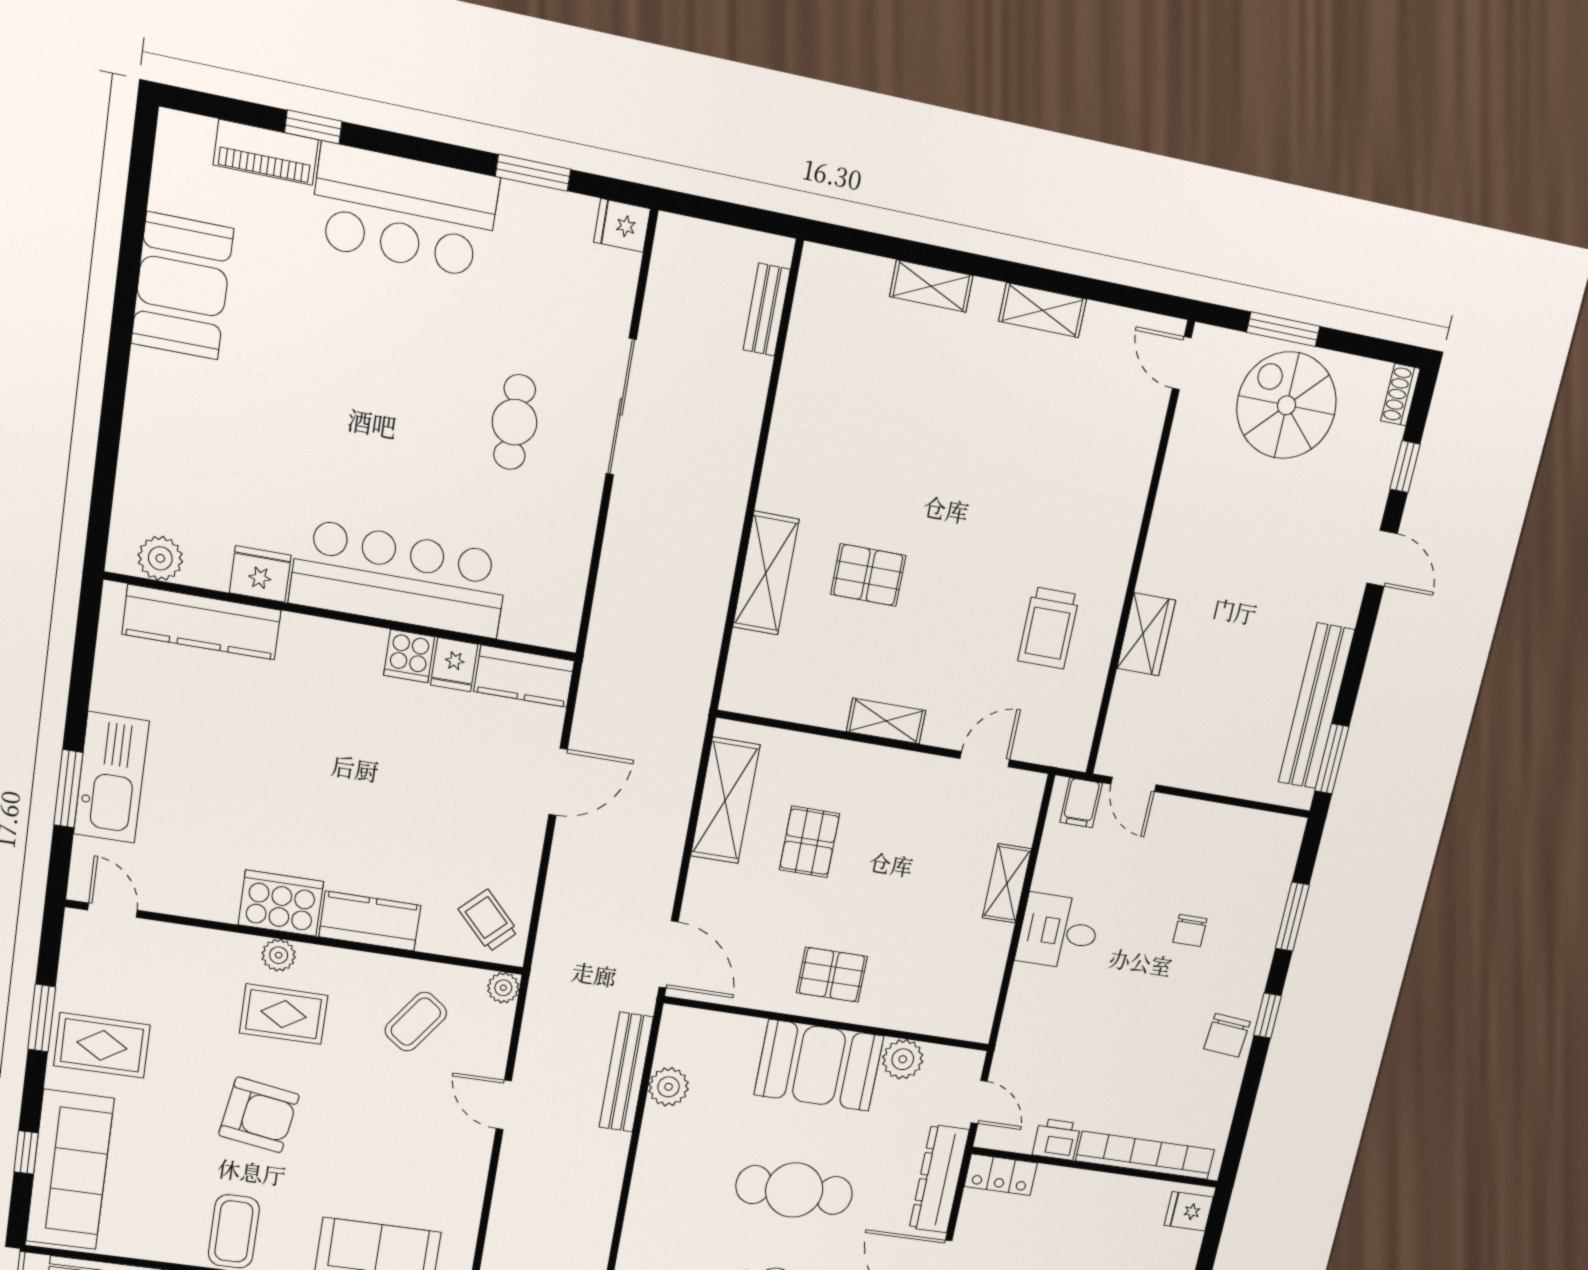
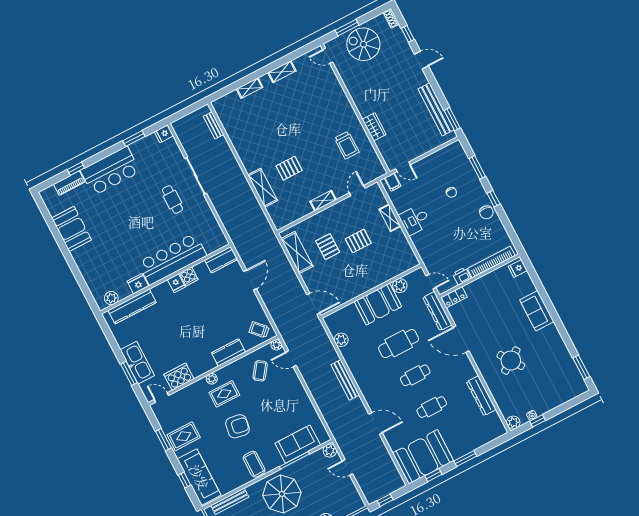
fridge: (454, 665) -> (176, 283), moved
cooker: (281, 903) -> (179, 377), moved
pallet: (832, 975) -> (358, 241), moved
bench: (626, 1072) -> (345, 380), moved
door: (504, 1105) -> (291, 359), moved

